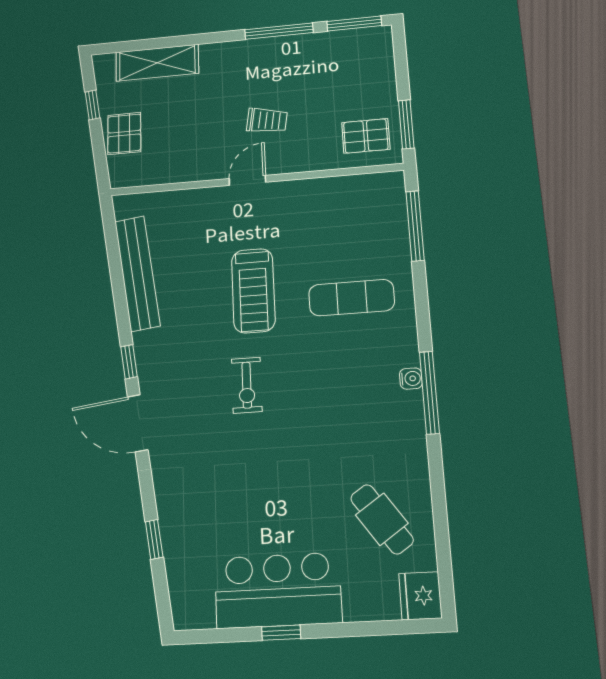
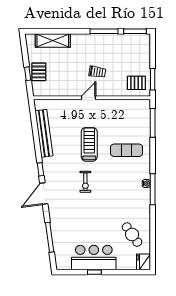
window: (92, 105) -> (28, 74), moved
treadmill: (253, 291) -> (89, 144), turned 180
door: (138, 423) -> (44, 194), hinge flipped
window: (154, 539) -> (50, 237), width x2.17

